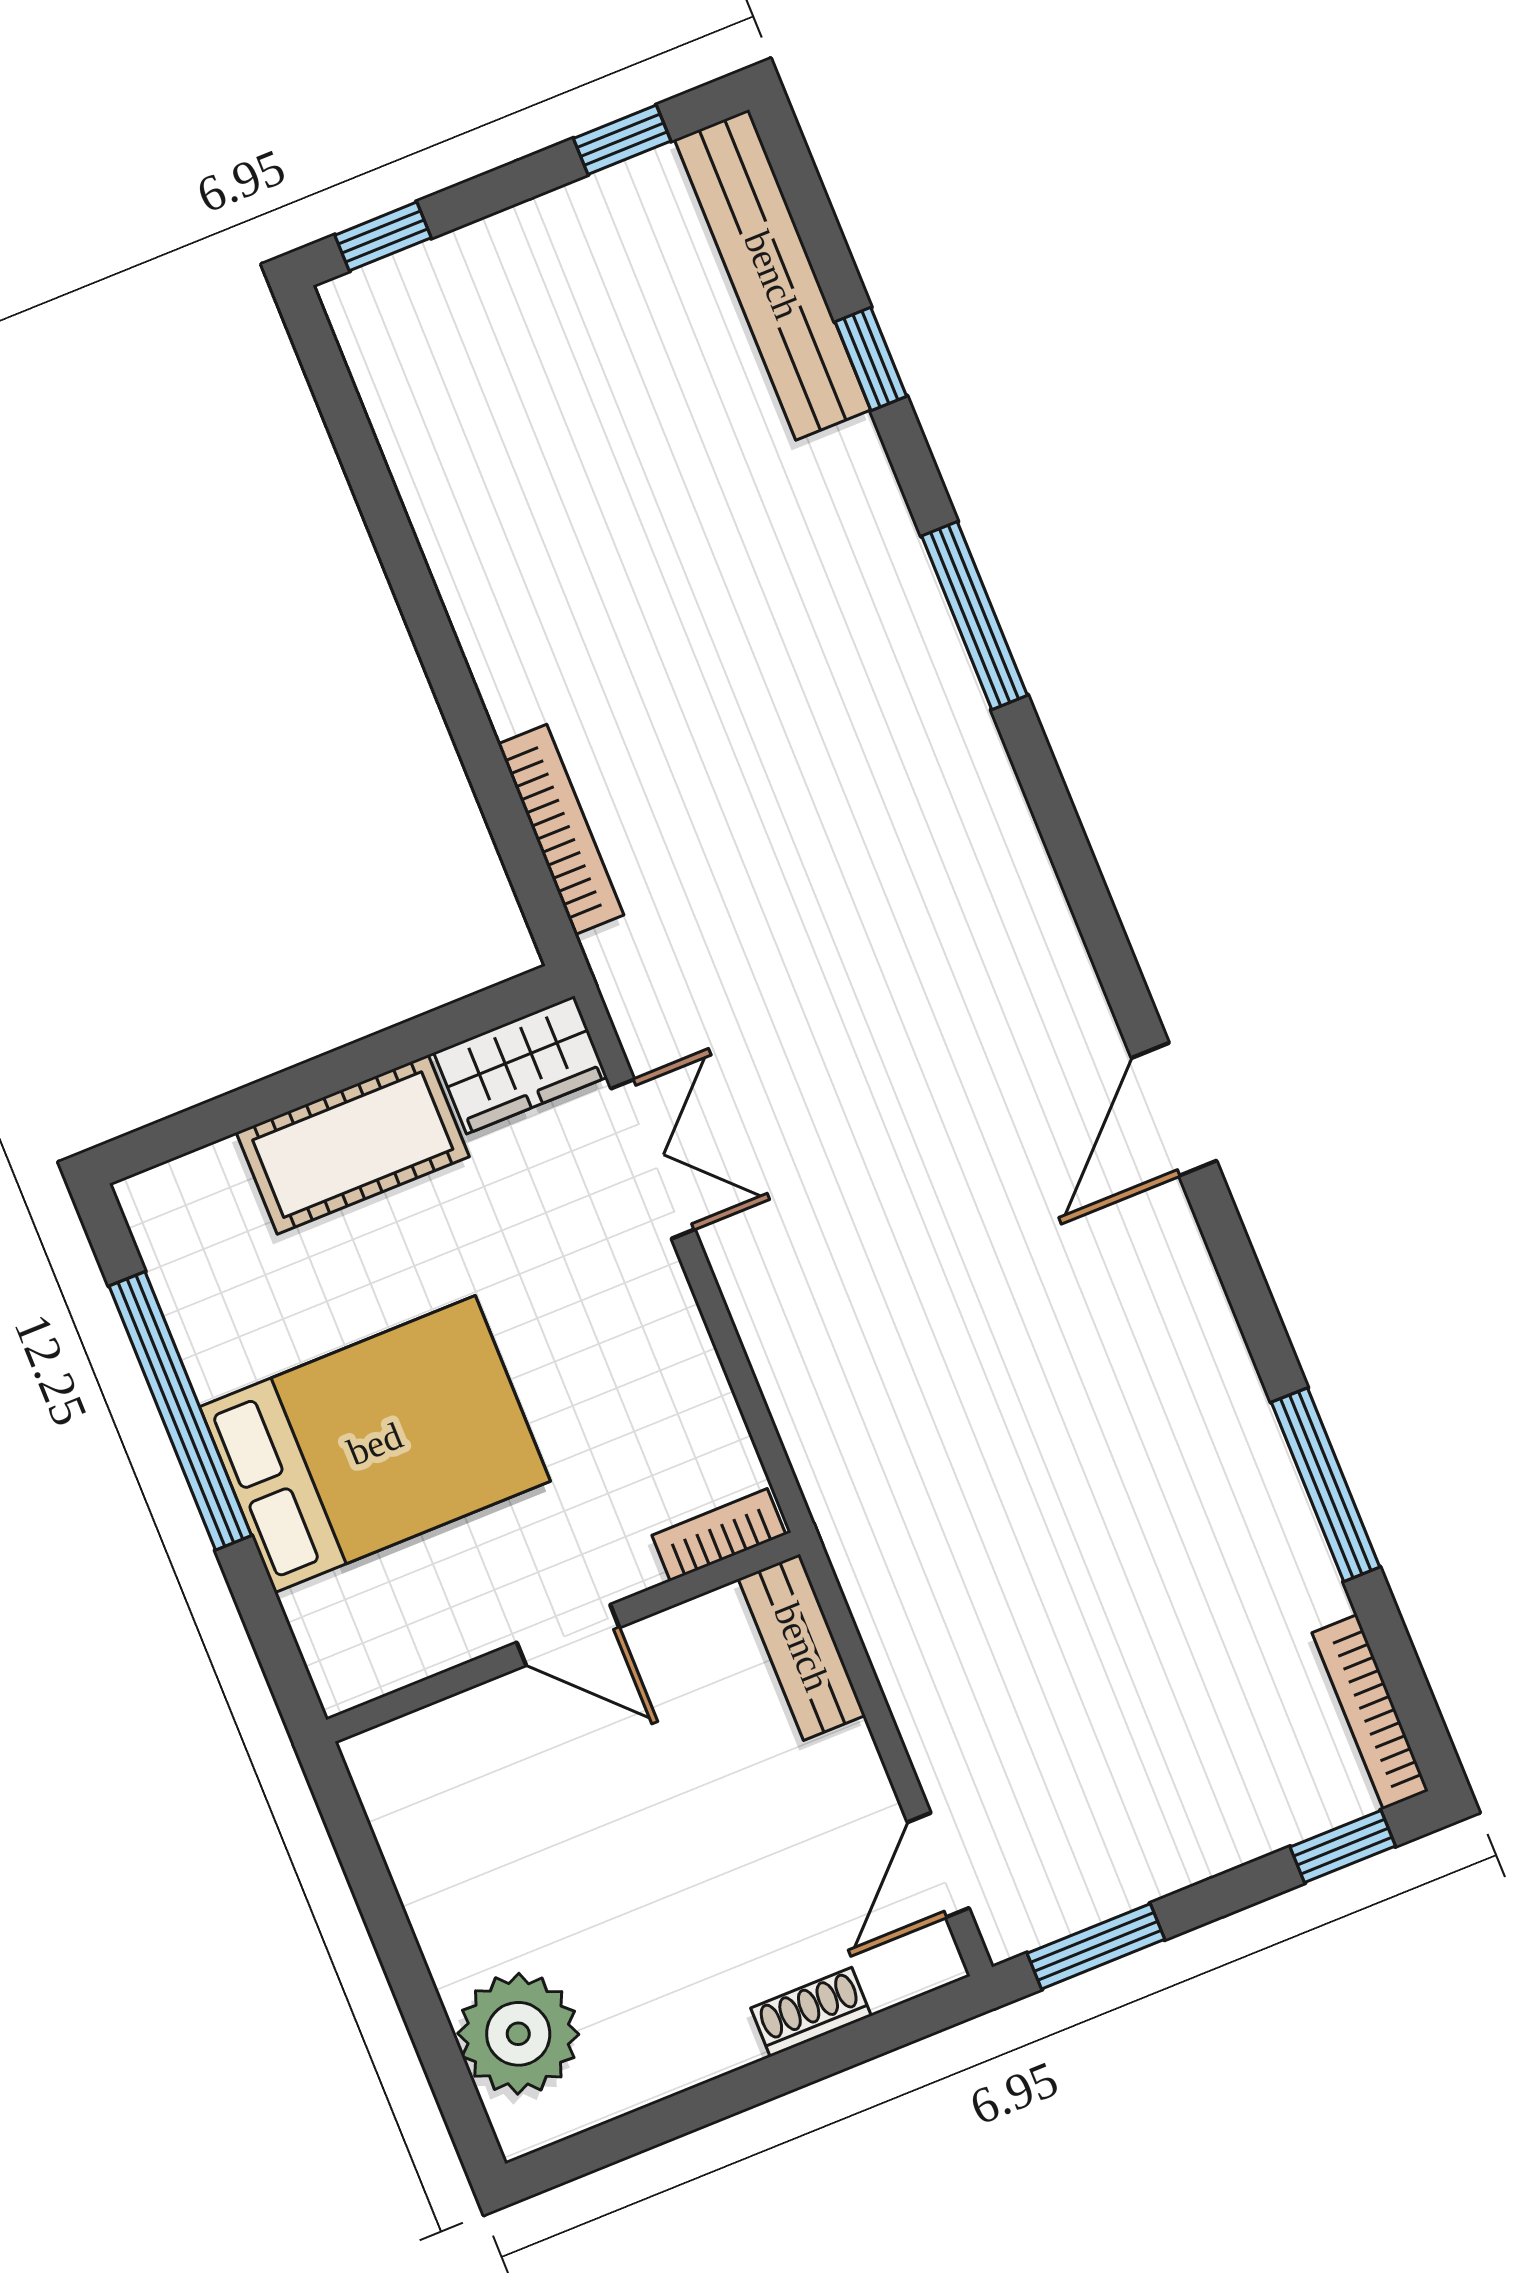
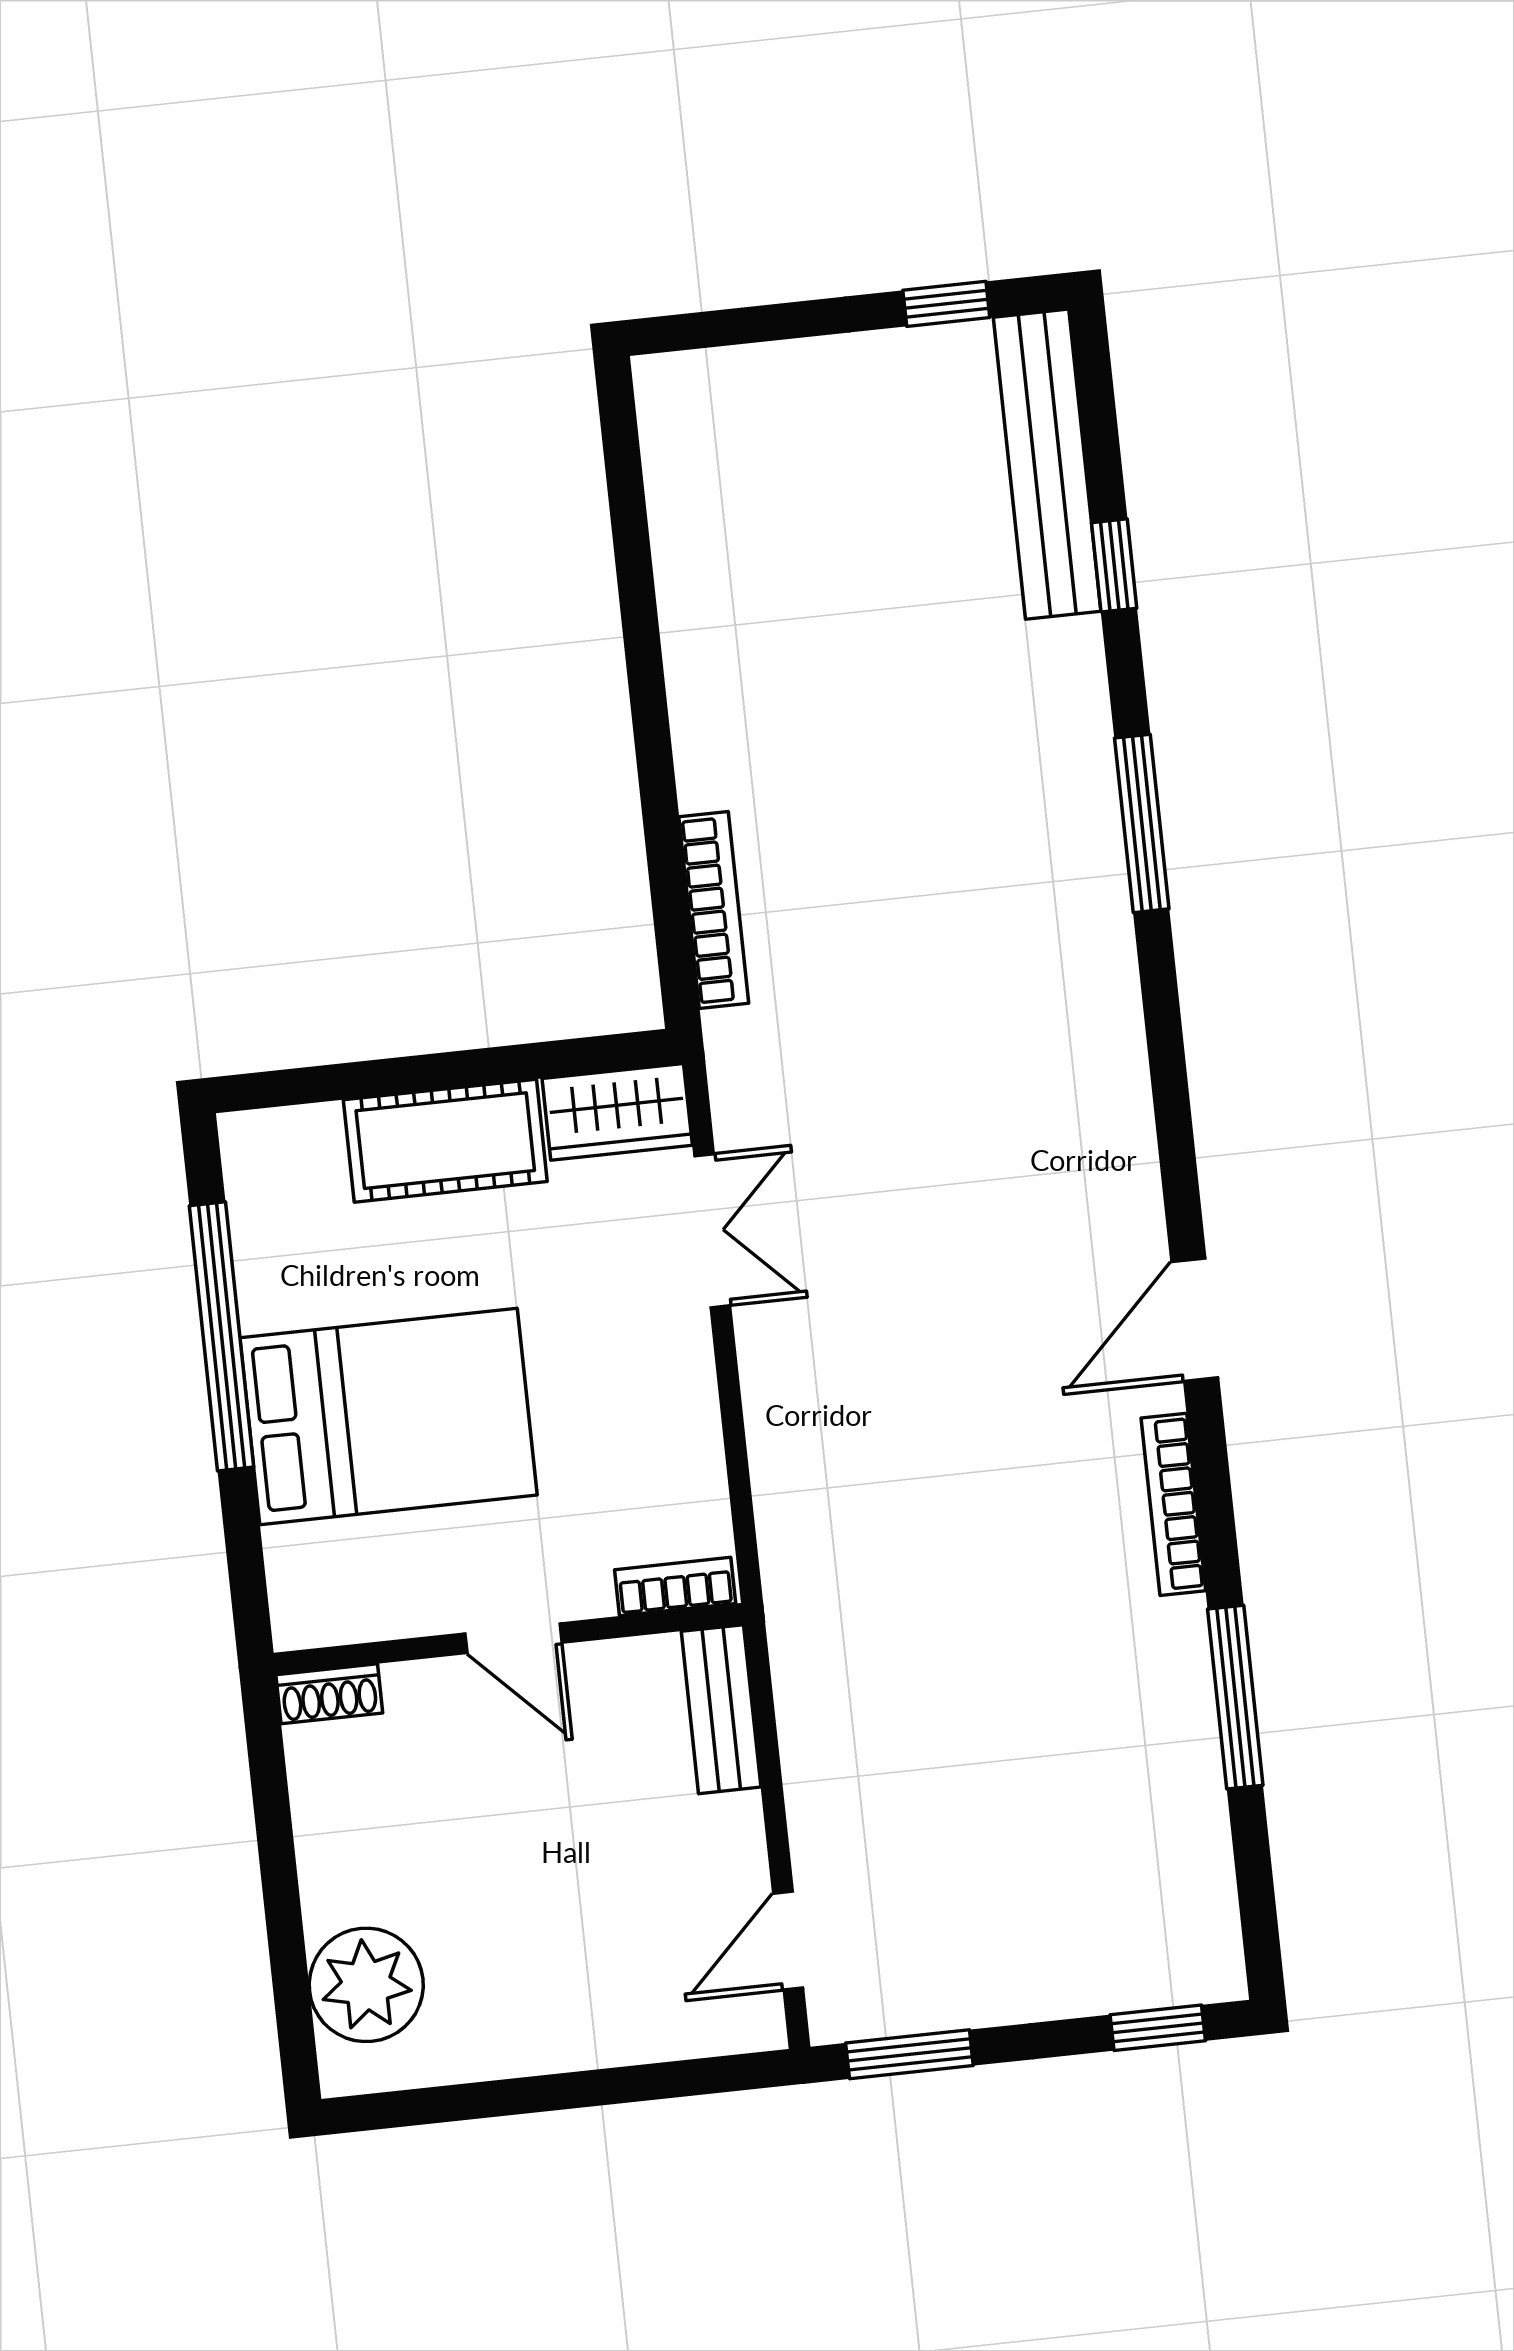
window: (383, 236) -> (706, 330), removed
bookcase: (1370, 1712) -> (1173, 1504), moved
shoe rack: (811, 2012) -> (329, 1694), moved, turned 180

